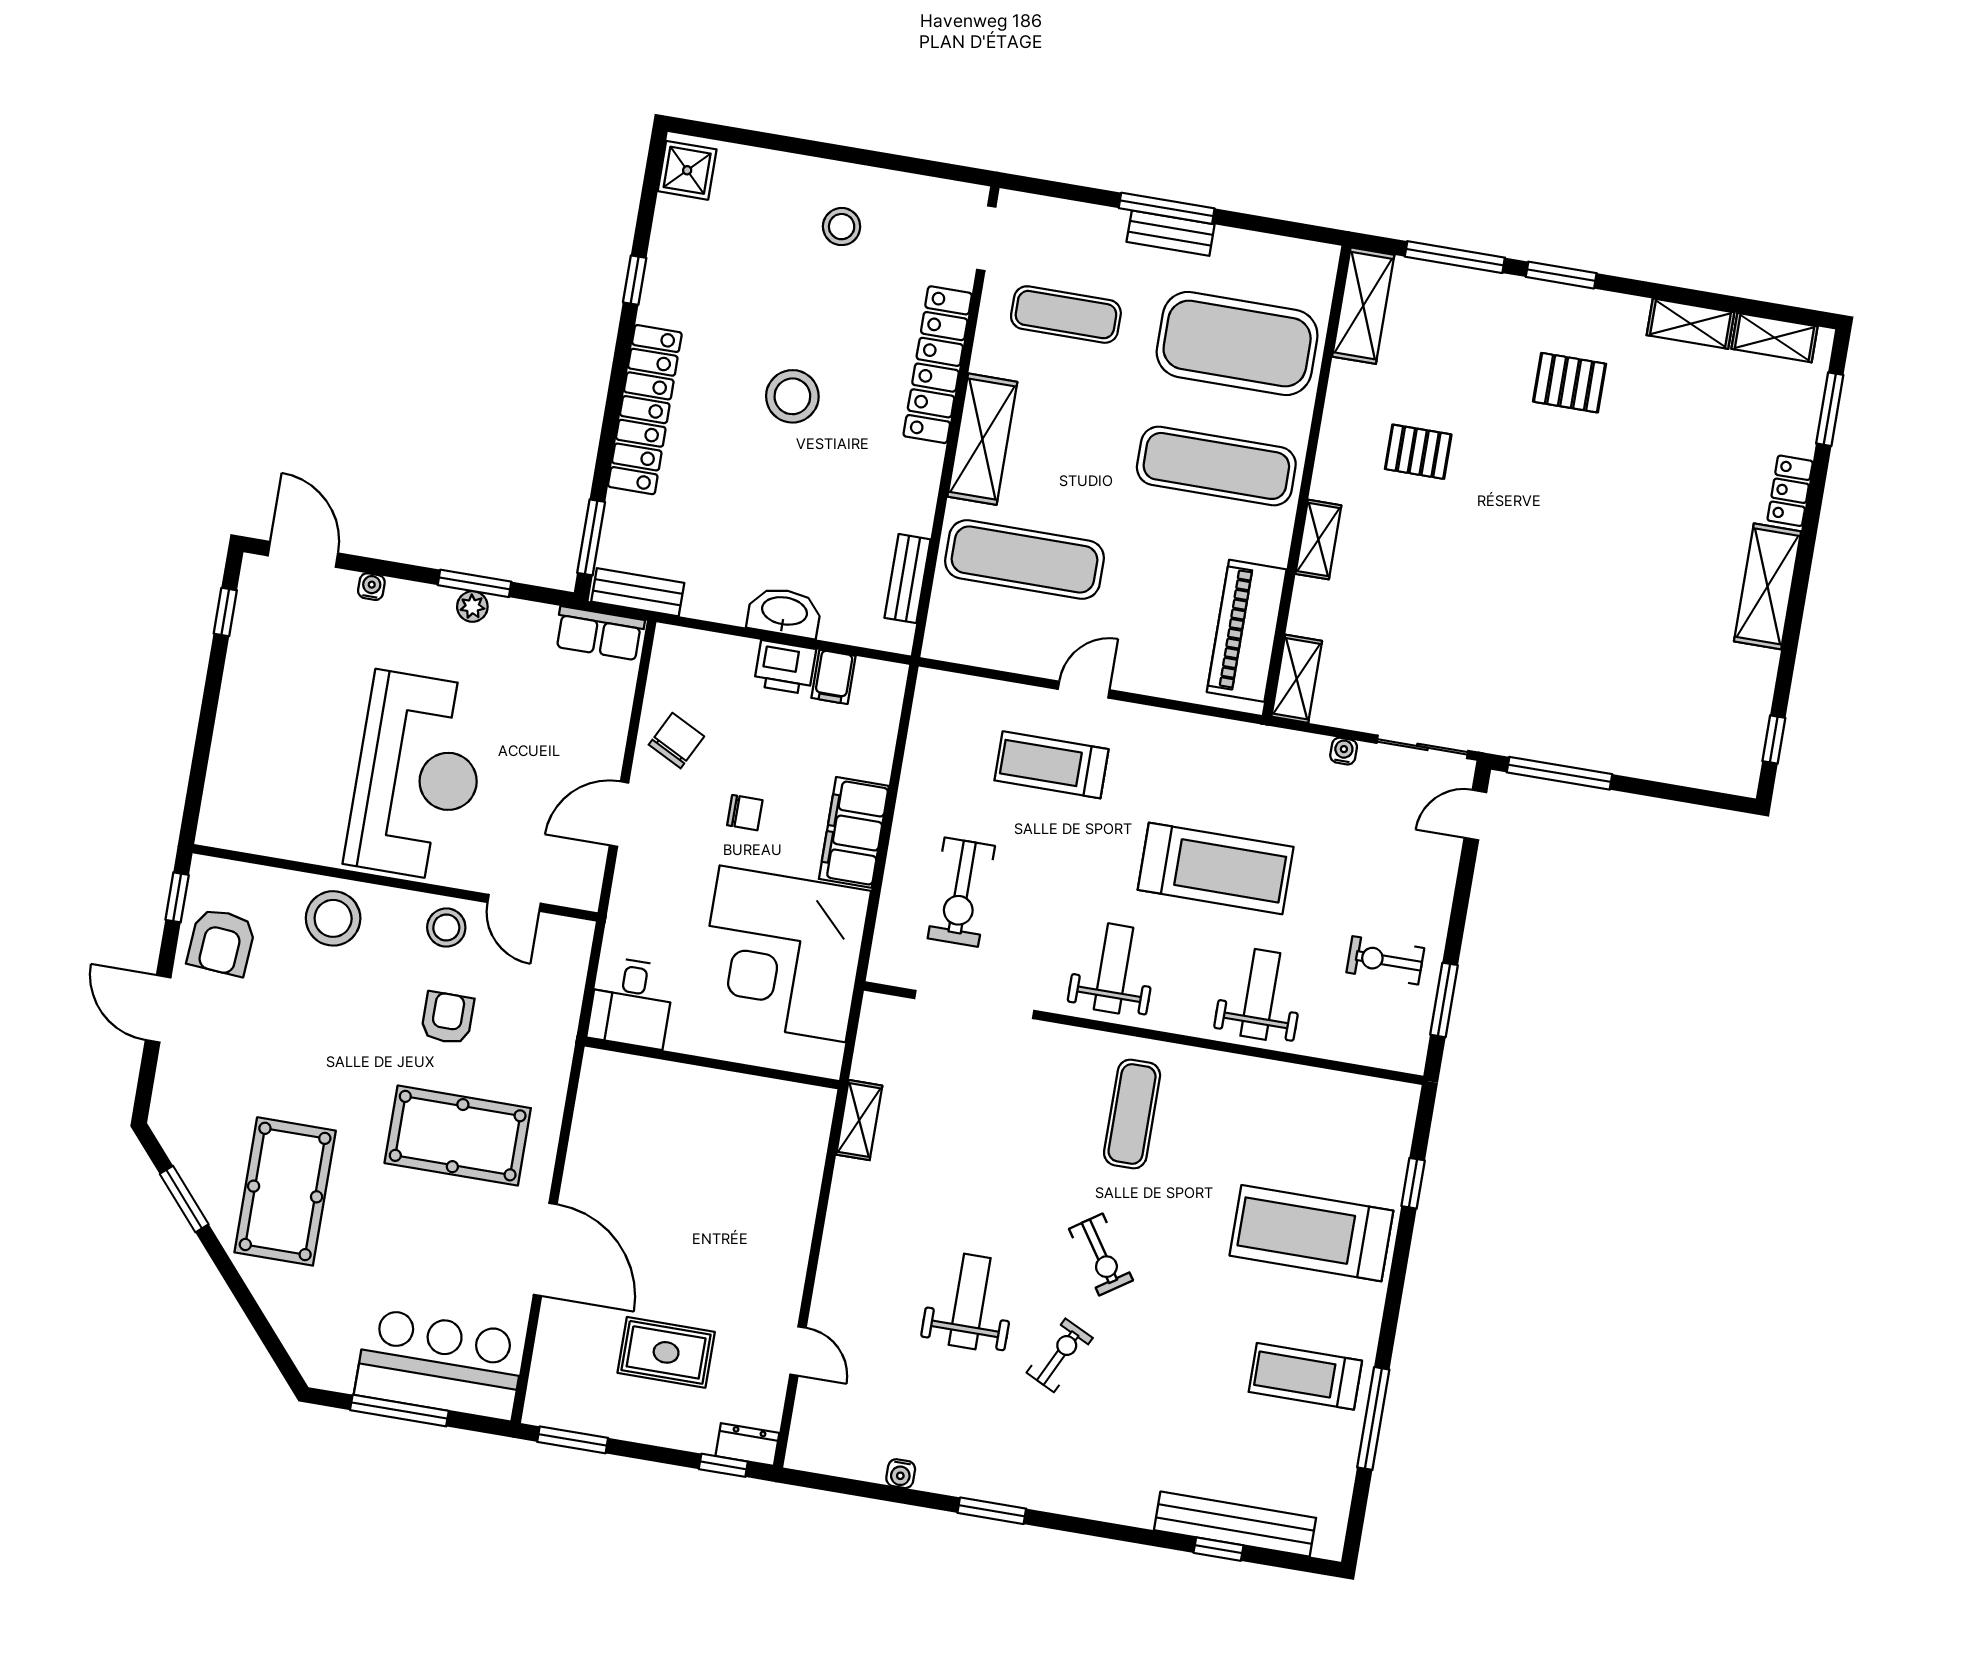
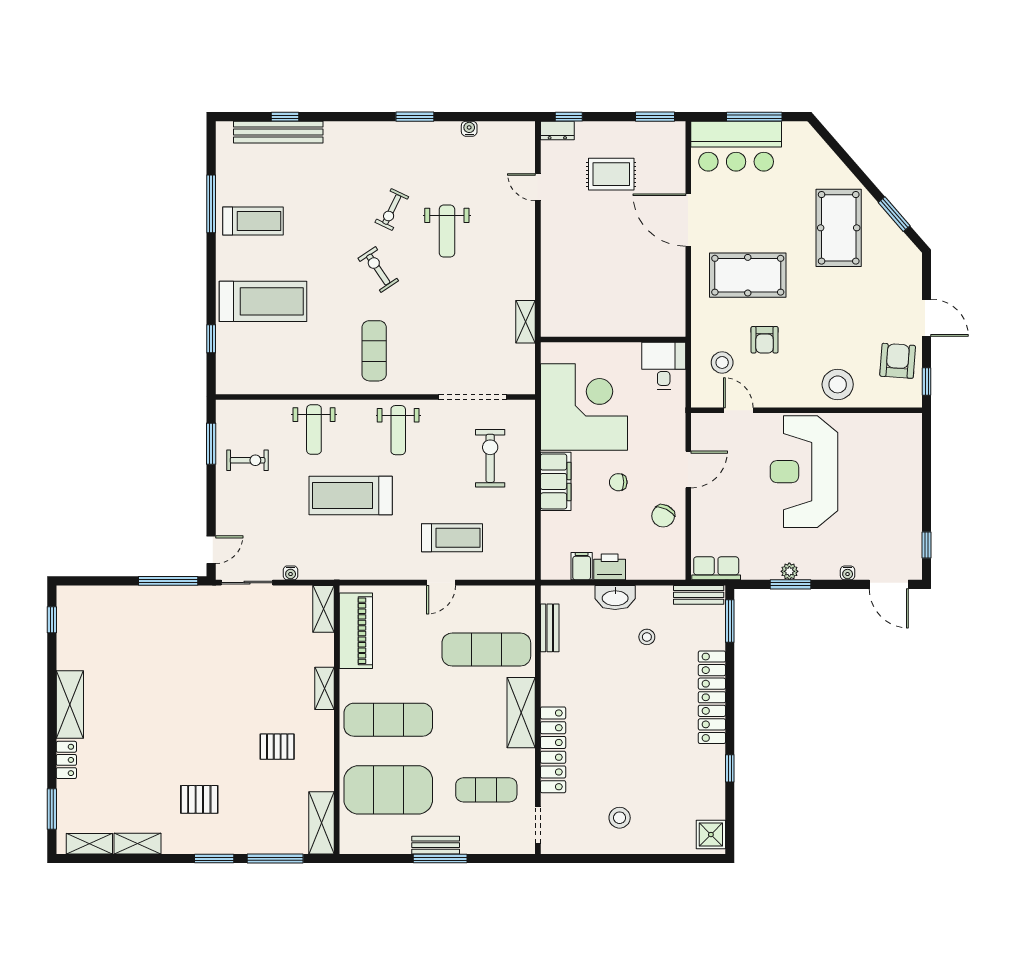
stool: (792, 396) -> (647, 637), moved, width x0.53, depth x0.53
stool: (446, 927) -> (722, 362), moved

